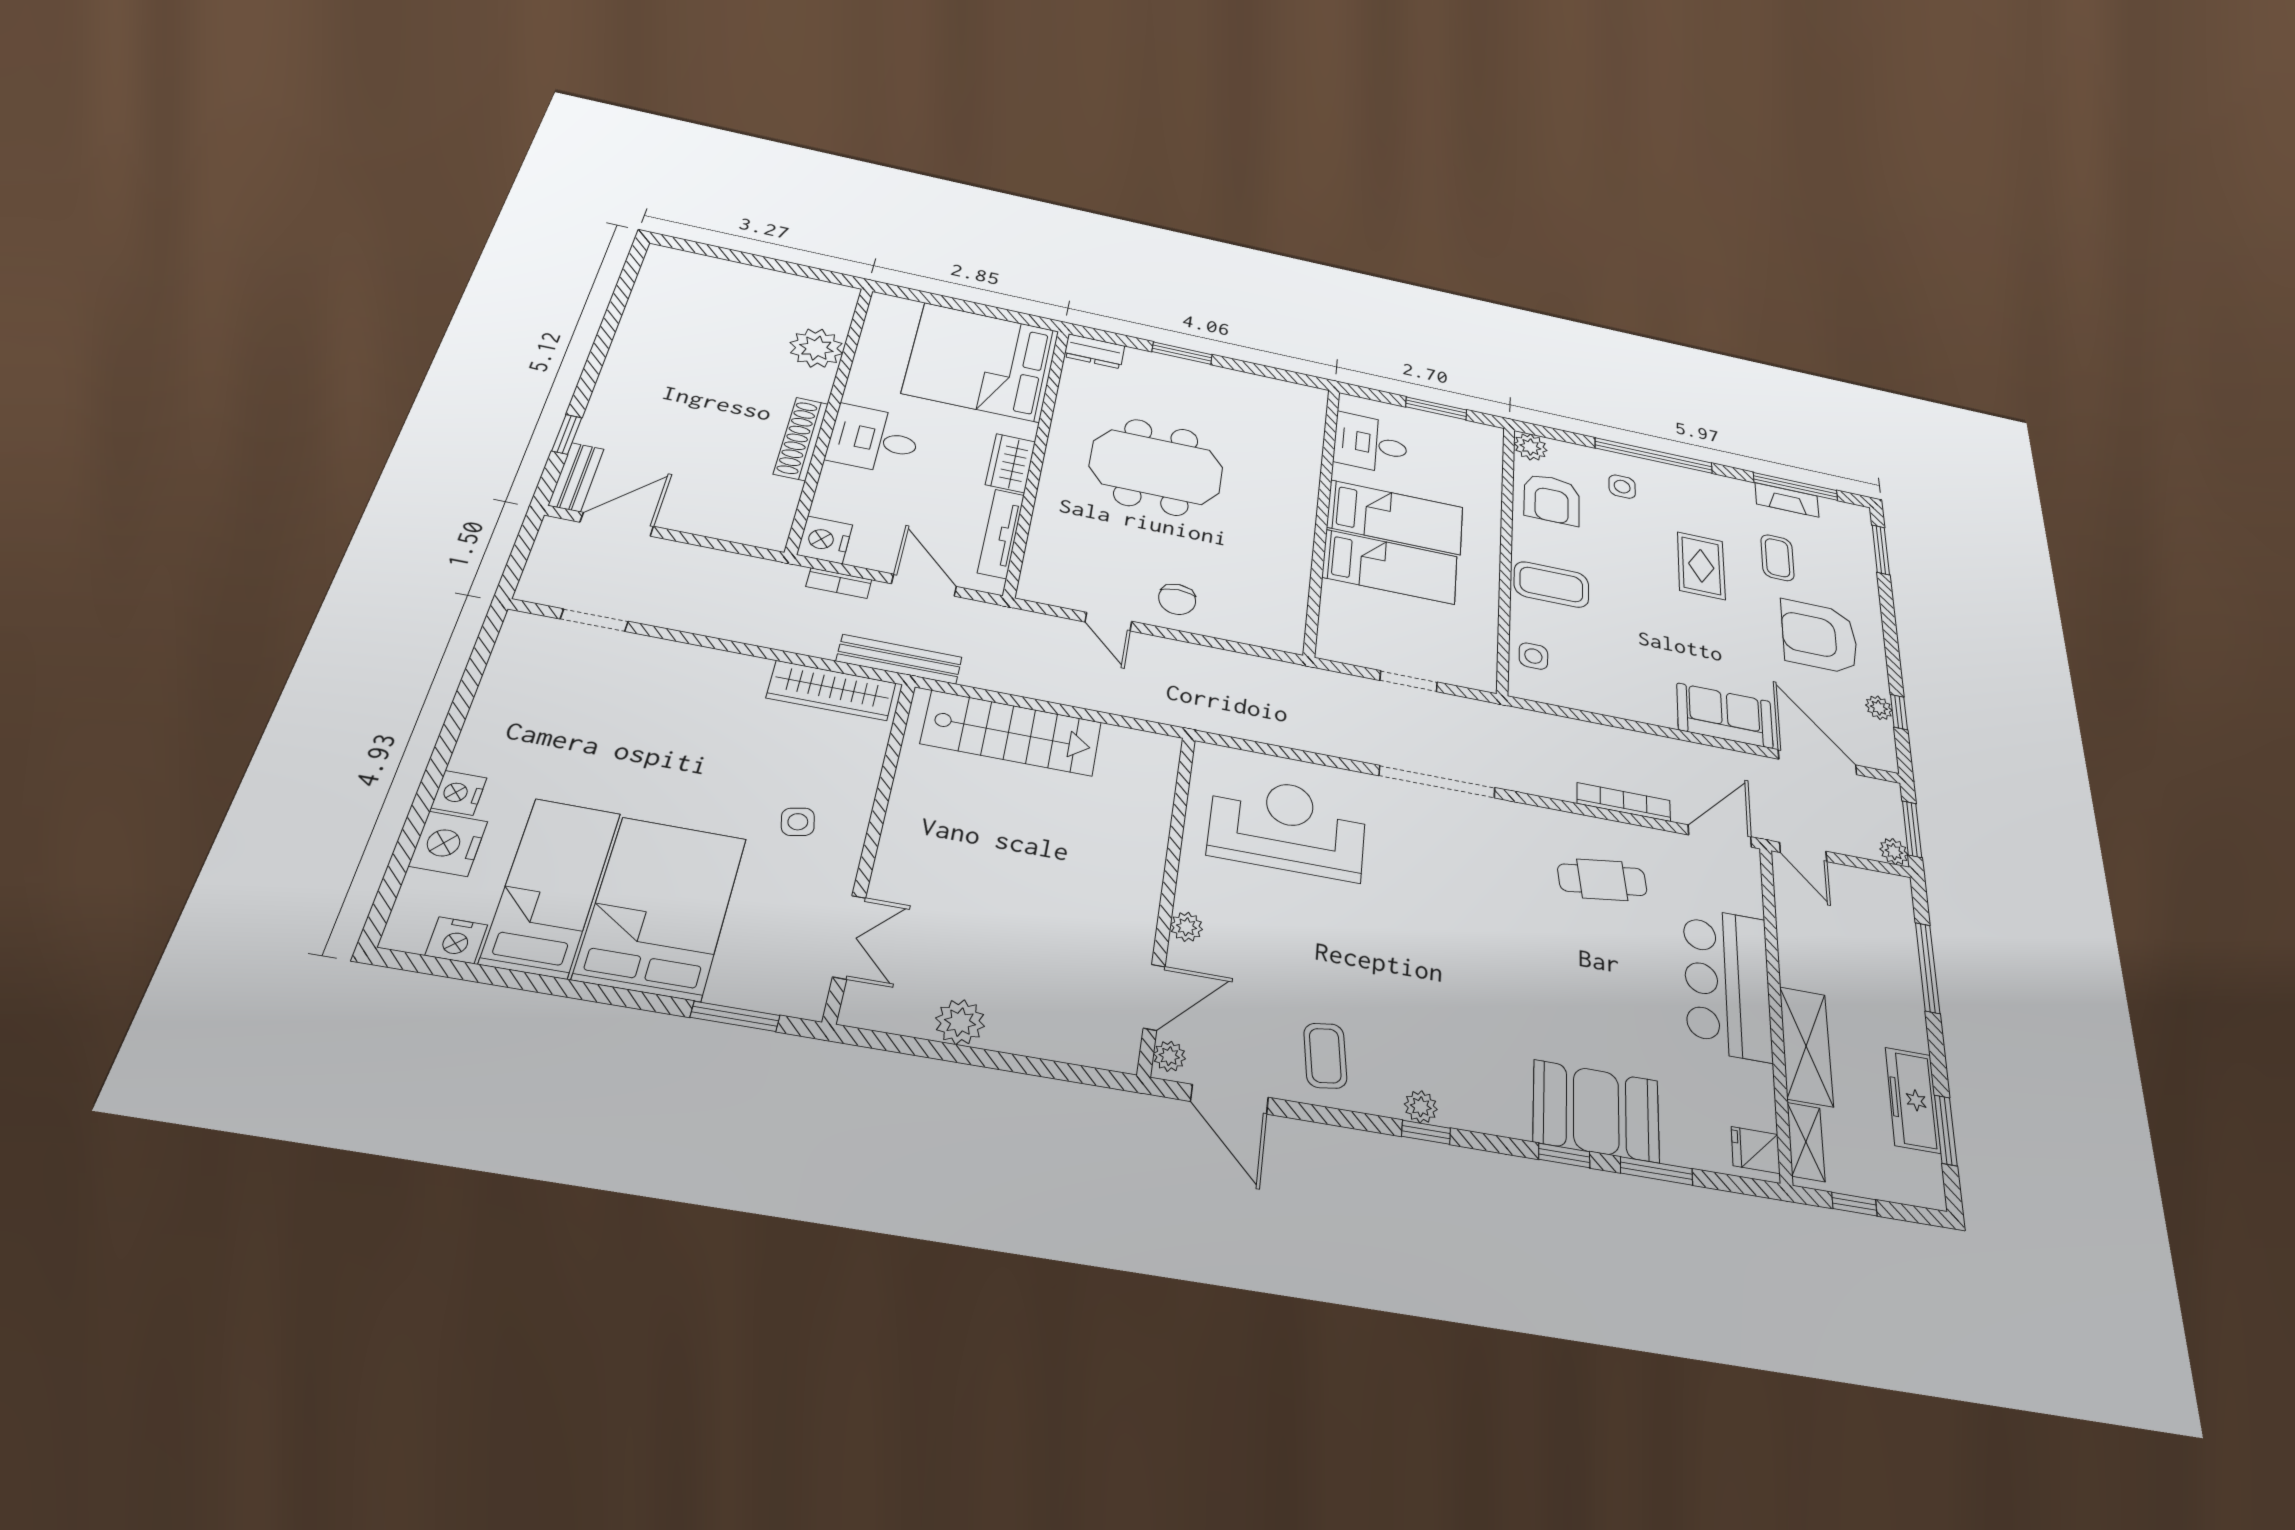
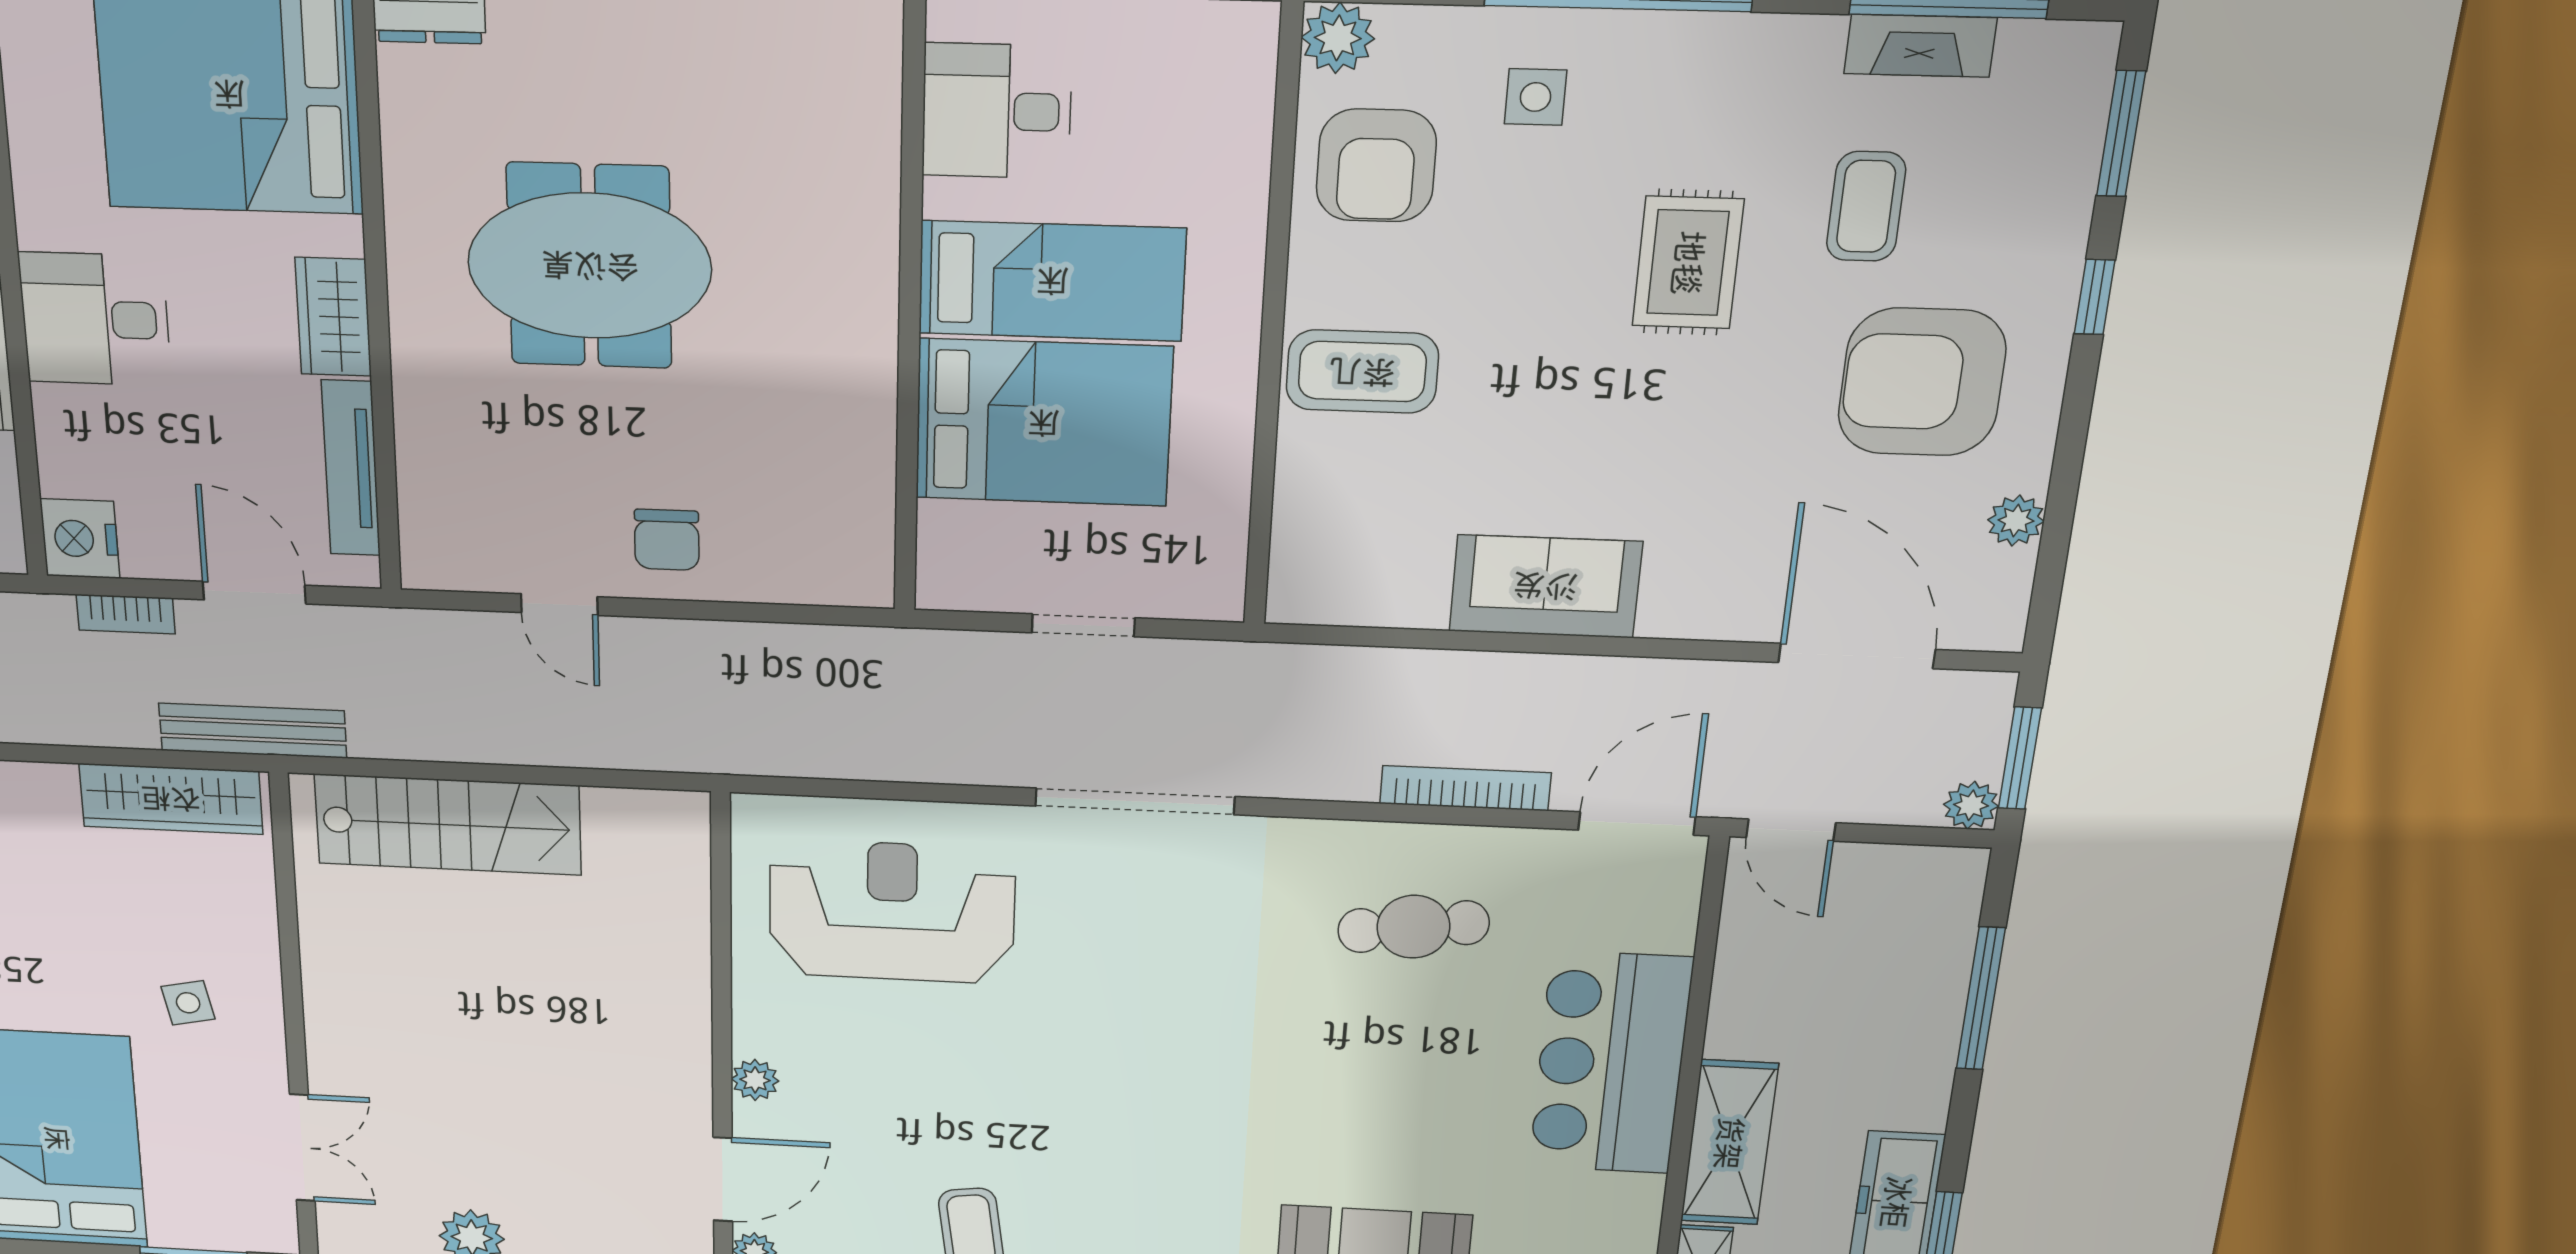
bed: (1390, 567) -> (1043, 423), width x1.50
side table: (1533, 656) -> (1317, 534), removed
window: (1899, 712) -> (2095, 297), moved
sofa: (1725, 716) -> (1545, 586), moved

